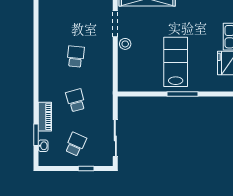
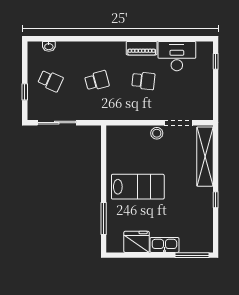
desk: (52, 25) -> (177, 56), added
window: (182, 94) -> (104, 218), moved
piano: (45, 117) -> (142, 48), moved
window: (36, 135) -> (60, 39), removed

